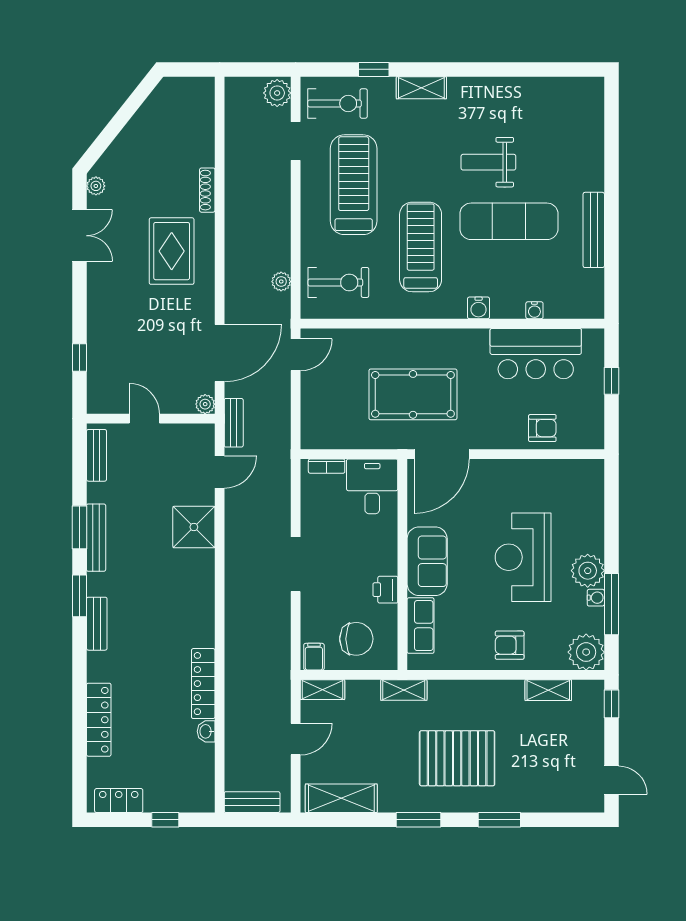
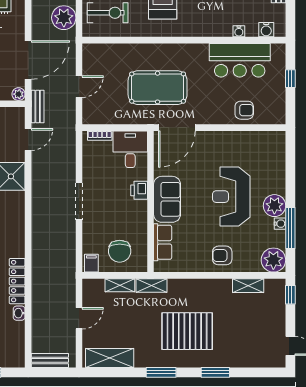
plant: (281, 282) -> (64, 18), width x1.88, depth x1.88
water cooler: (479, 308) -> (266, 30), moved
door: (296, 355) -> (79, 87), moved
printer: (385, 590) -> (139, 190), moved
chair: (356, 639) -> (120, 251), turned 90
shelving: (322, 690) -> (120, 285), moved

